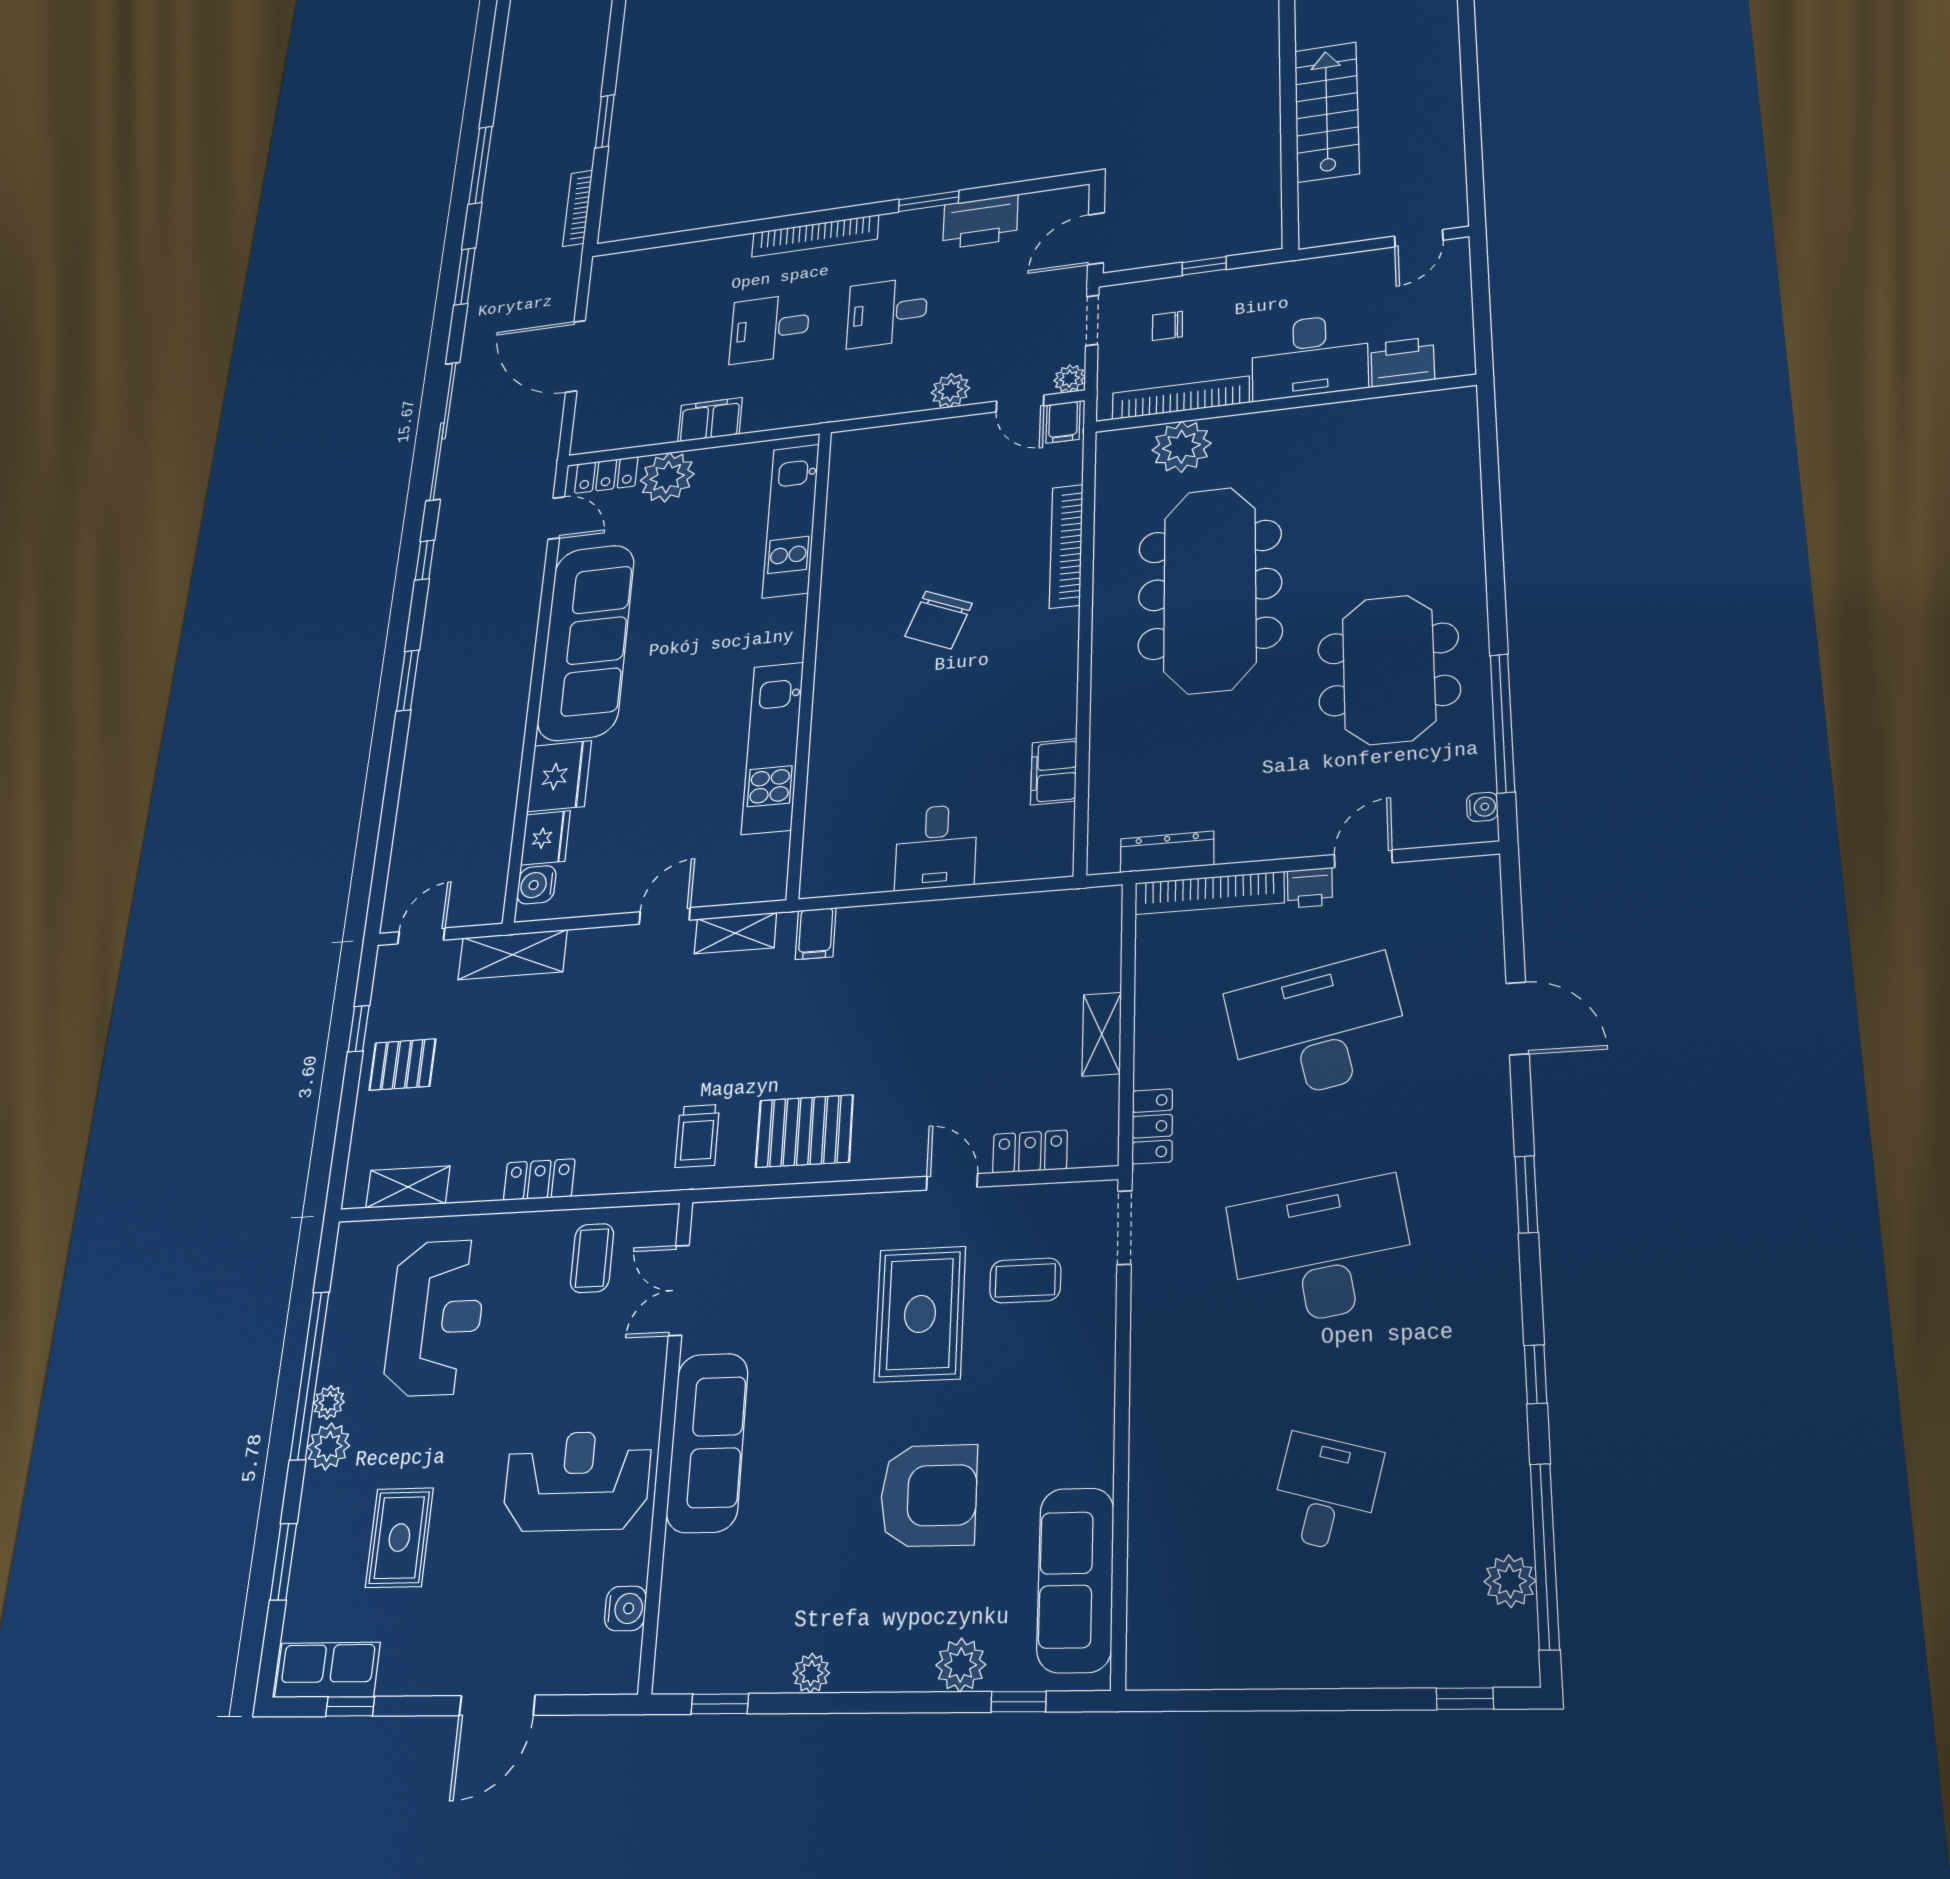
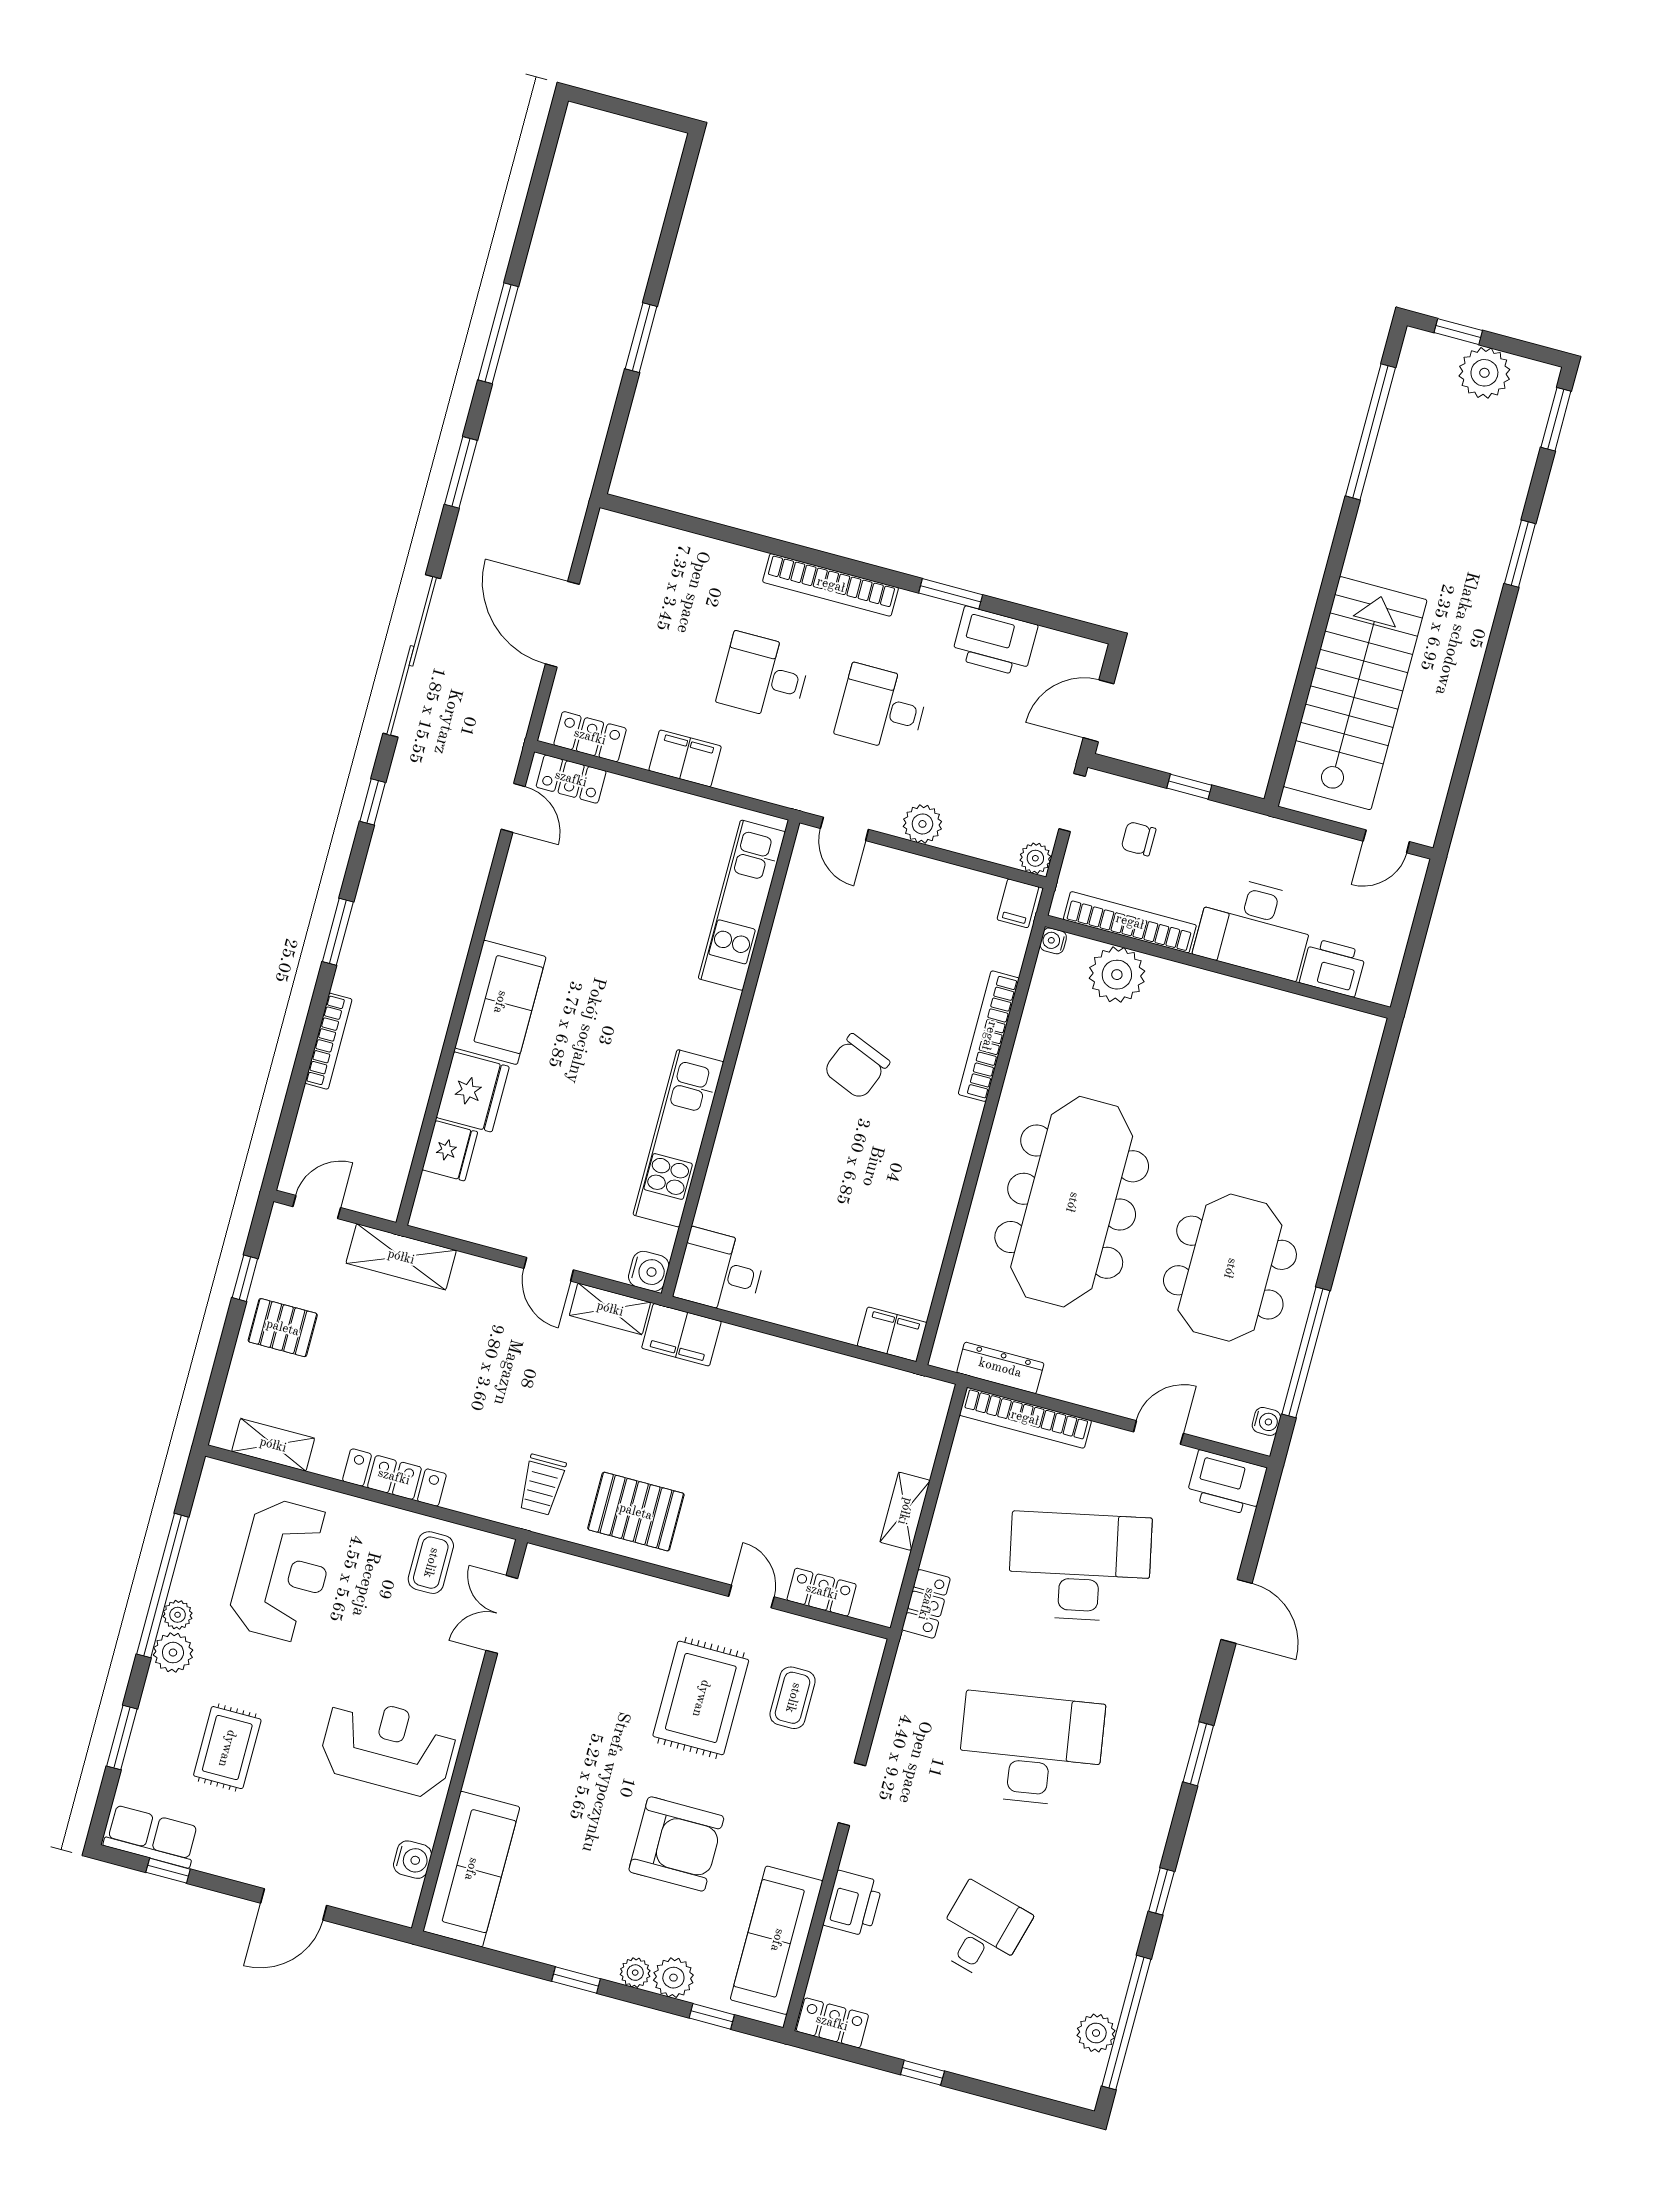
stairs: (1327, 112) -> (1355, 693), width x1.36, depth x1.51
bookcase: (578, 208) -> (328, 1041), moved, turned 180
door: (1020, 403) -> (844, 829), moved
locker: (617, 435) -> (590, 737), added
water cooler: (1108, 441) -> (1053, 941), added
plant: (667, 477) -> (631, 807), removed
meeting table: (1210, 590) -> (1072, 1202), moved
sofa: (586, 642) -> (500, 1002), width x0.54, depth x0.79
filing cabinet: (1054, 772) -> (892, 1334), moved, turned 90
desk: (936, 847) -> (720, 1271), moved, turned 90
water cooler: (537, 885) -> (649, 1271), moved, turned 180
printer: (1310, 888) -> (1227, 1483), moved, width x1.87, depth x1.48
door: (665, 916) -> (549, 1269), swing flipped
filing cabinet: (816, 934) -> (681, 1335), width x2.00
locker: (539, 1180) -> (394, 1477), width x1.53
doorway: (1124, 1228) -> (852, 1794), moved
coffee table: (1025, 1280) -> (793, 1698), turned 90
sofa: (707, 1442) -> (471, 1869), moved
printer: (1157, 1505) -> (853, 1903), added
locker: (1170, 1666) -> (832, 2023), added
plant: (811, 1673) -> (635, 1973), moved
window: (1465, 1699) -> (922, 2073), moved
window: (720, 1704) -> (576, 1980), moved

